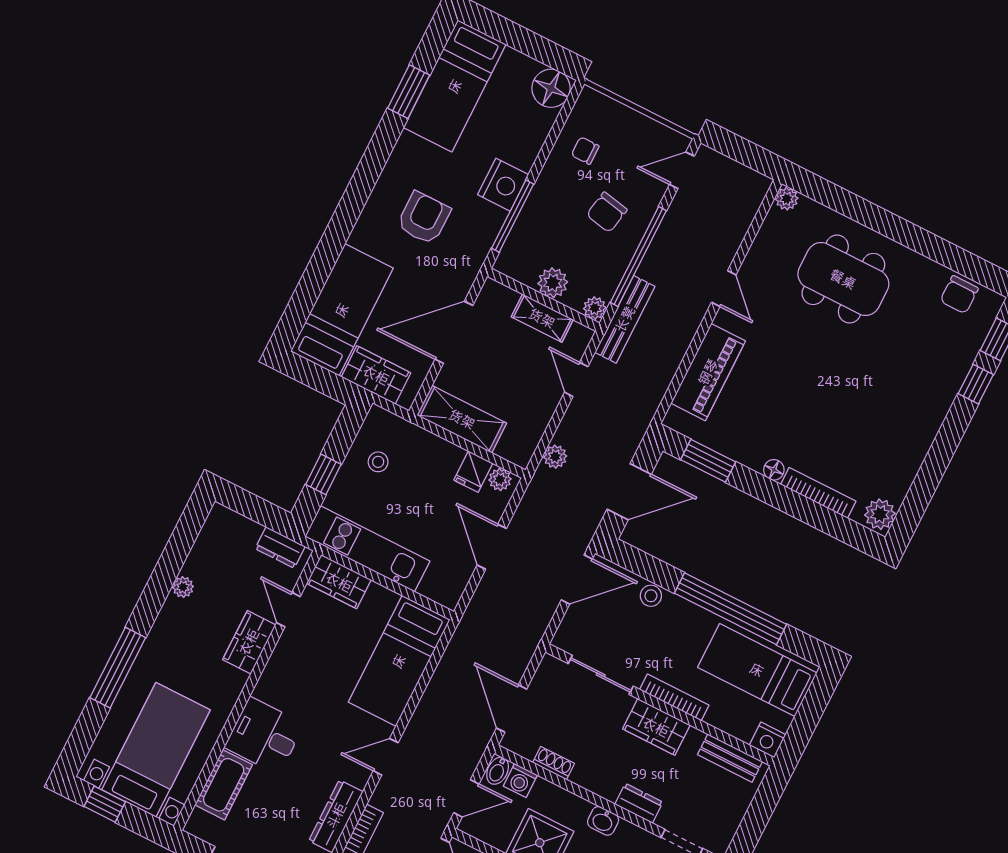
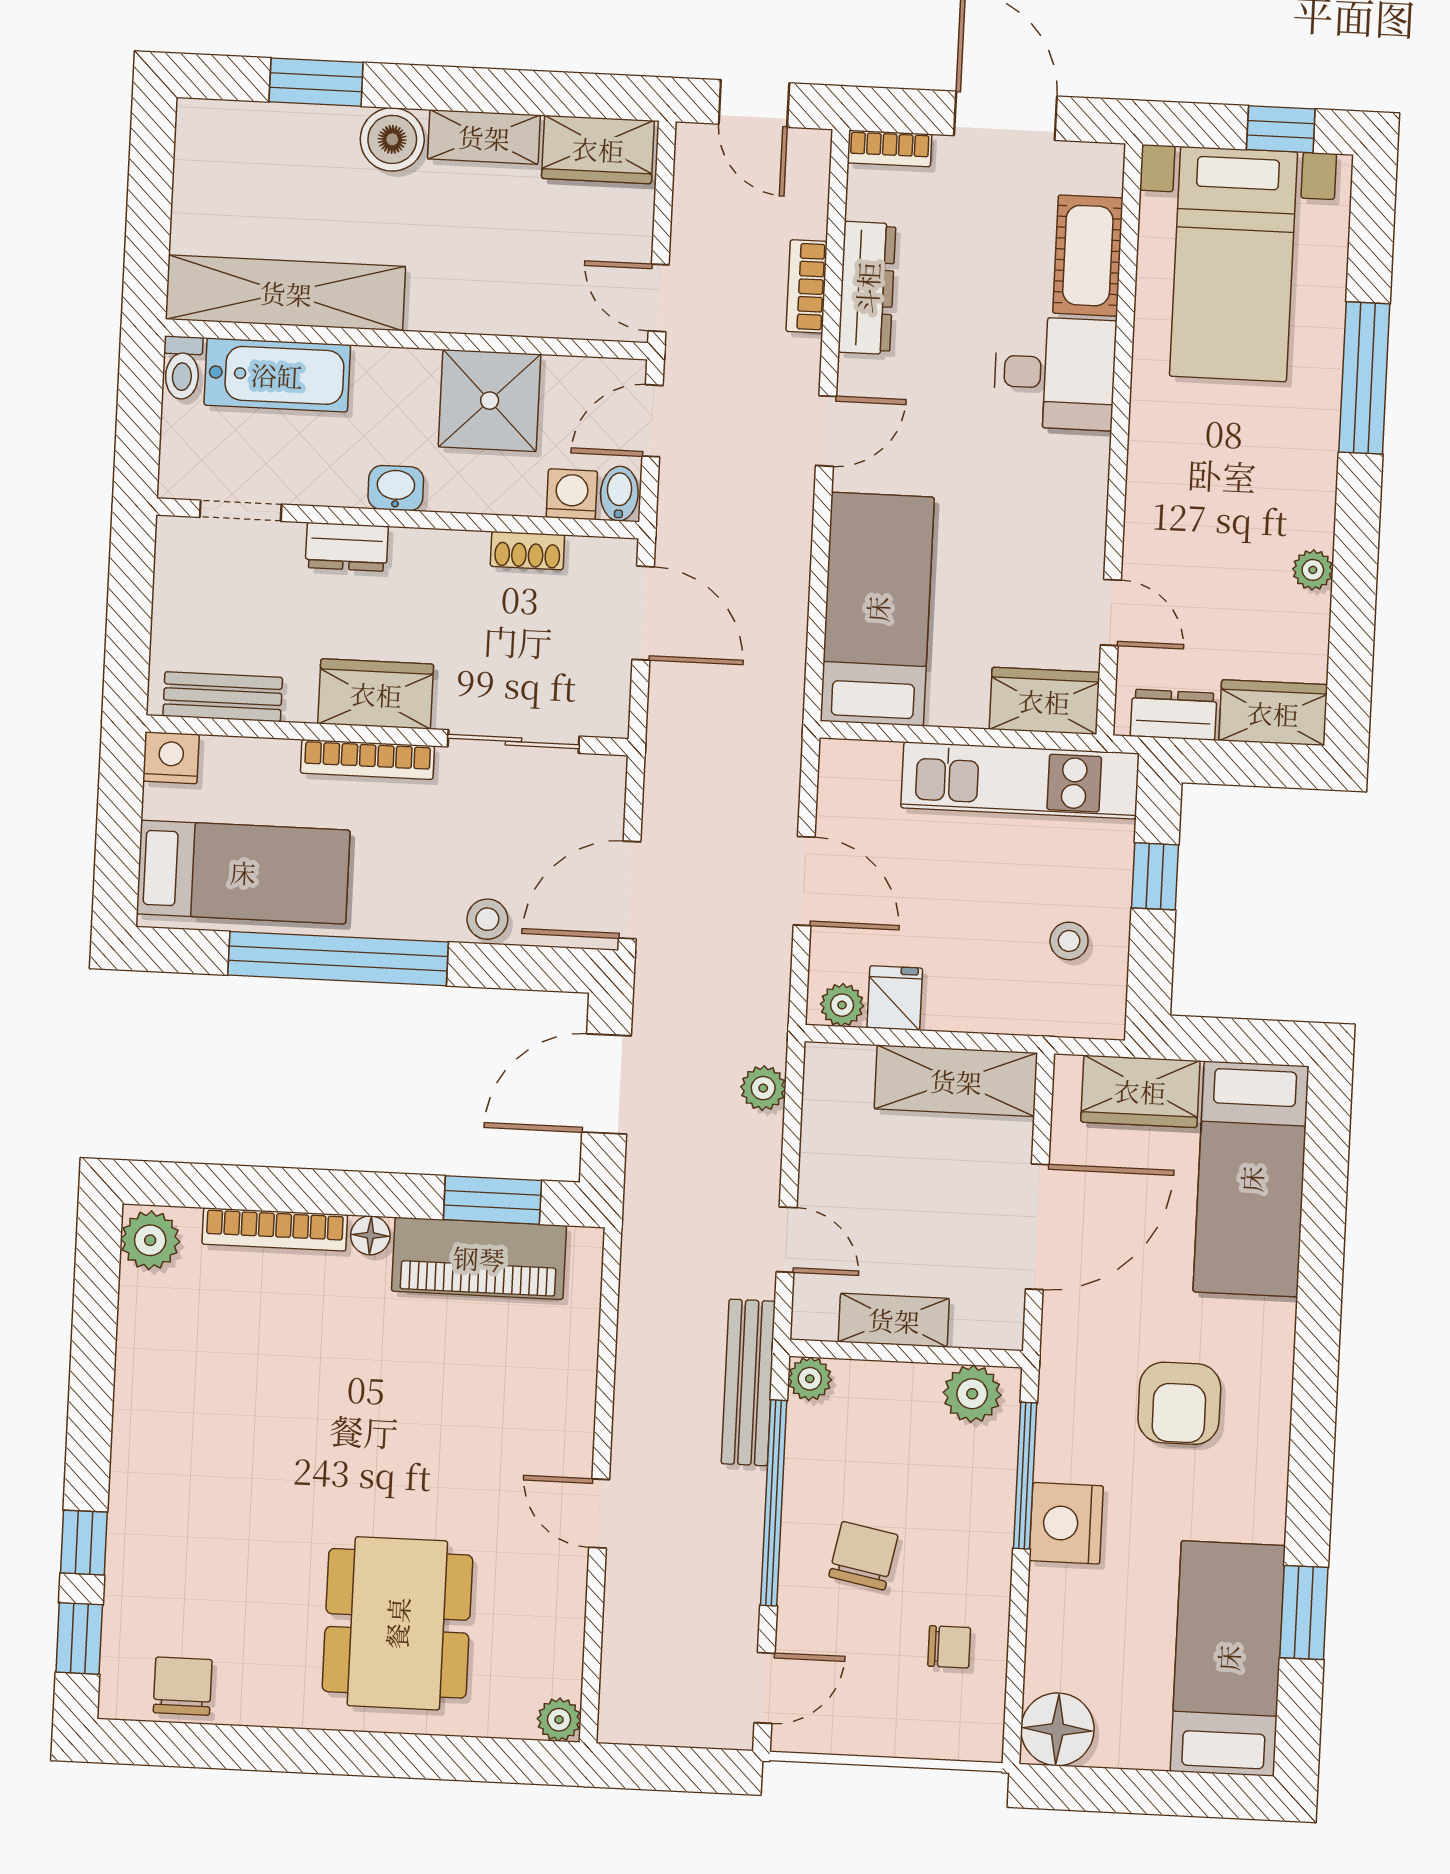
dining table: (843, 279) -> (397, 1623), turned 90
plant: (553, 283) -> (972, 1394), moved
piano: (708, 372) -> (479, 1258), moved, turned -90
wardrobe: (249, 642) -> (1273, 713), moved, turned -90

